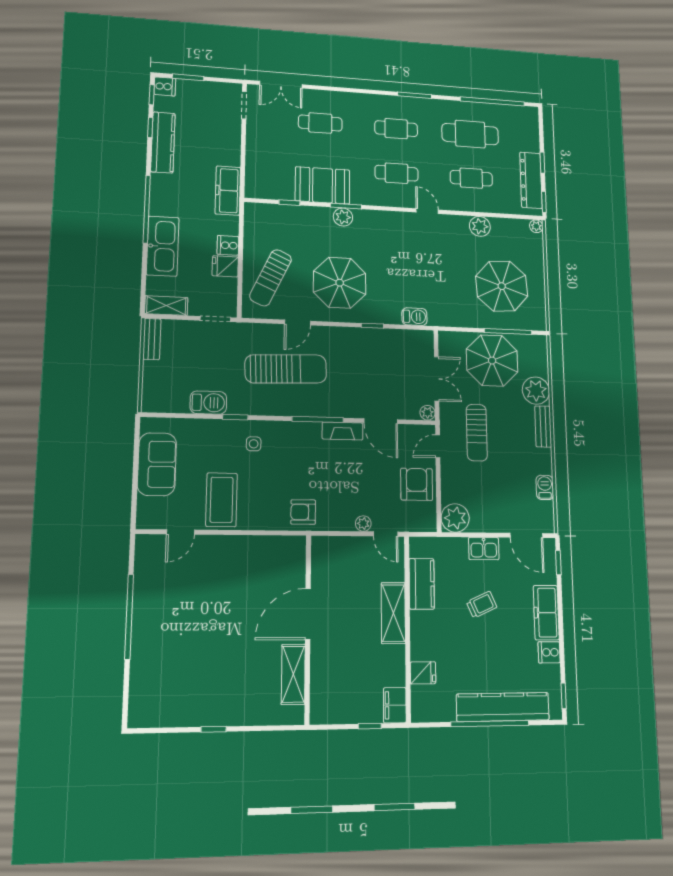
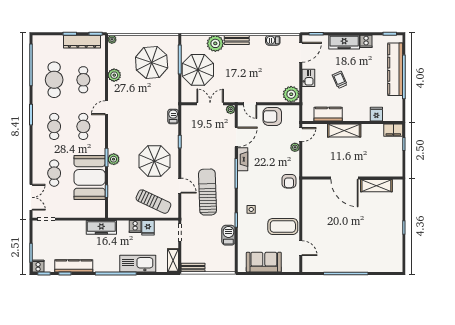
booth: (323, 185) -> (90, 177), width x1.36, depth x1.42
sun lounger: (477, 433) -> (241, 80), removed

